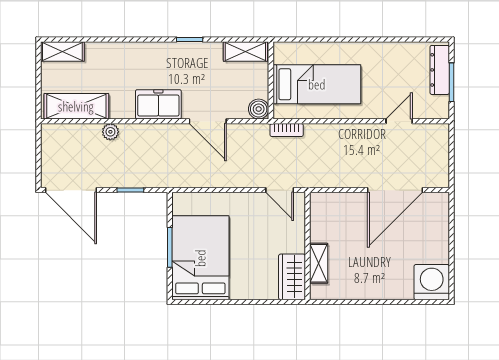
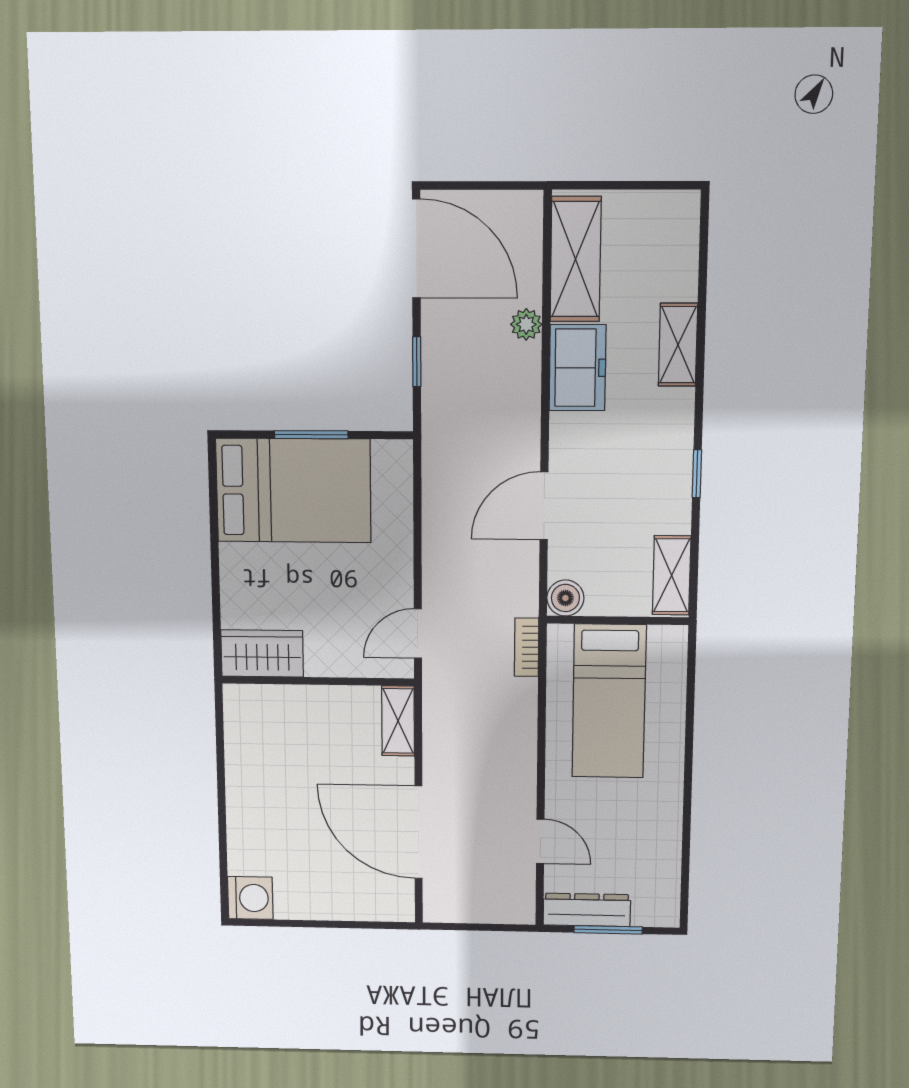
shelving: (62, 51) -> (678, 345), moved
dresser: (440, 70) -> (587, 910), moved
freezer: (158, 104) -> (578, 368), moved
door: (71, 190) -> (416, 249), swing flipped
shelving: (319, 263) -> (398, 721), moved, turned 90
washing machine: (432, 282) -> (250, 898), width x0.73, depth x0.73

